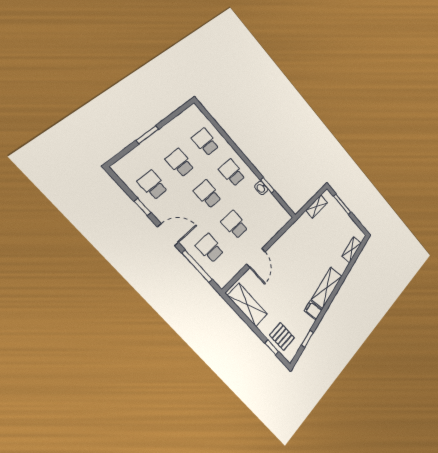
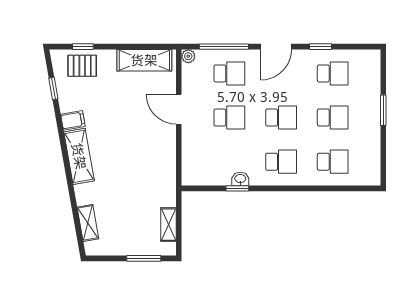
plant: (222, 282) -> (188, 56), added

